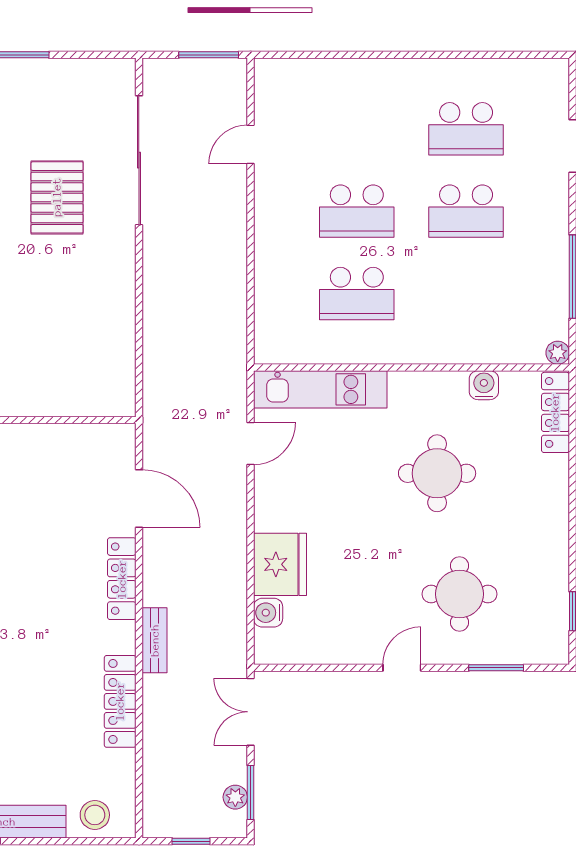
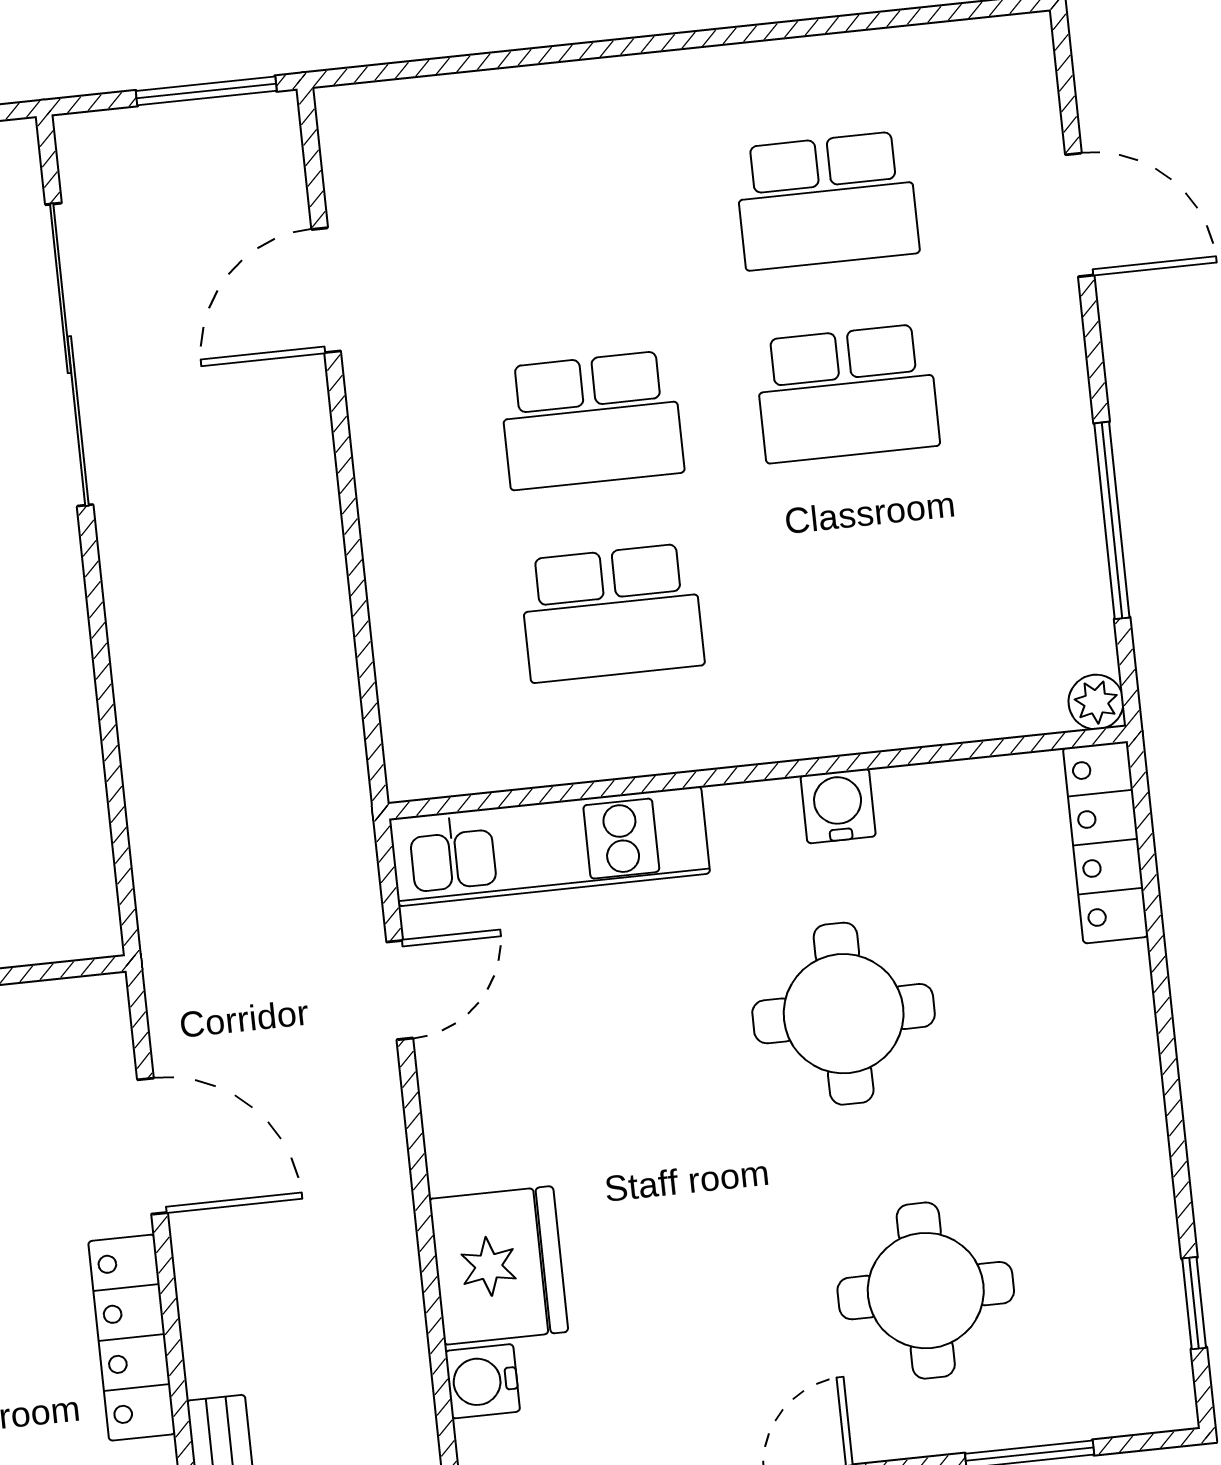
door: (250, 144) -> (326, 290), width x1.38
water cooler: (484, 385) -> (838, 806), moved

